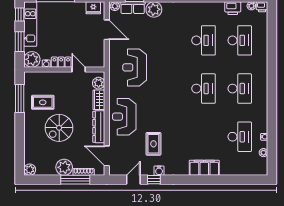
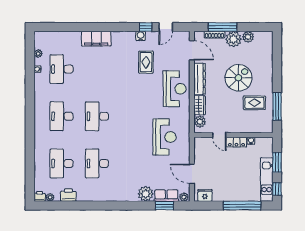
plant: (32, 59) -> (265, 145), removed
plant: (30, 170) -> (248, 37), moved

